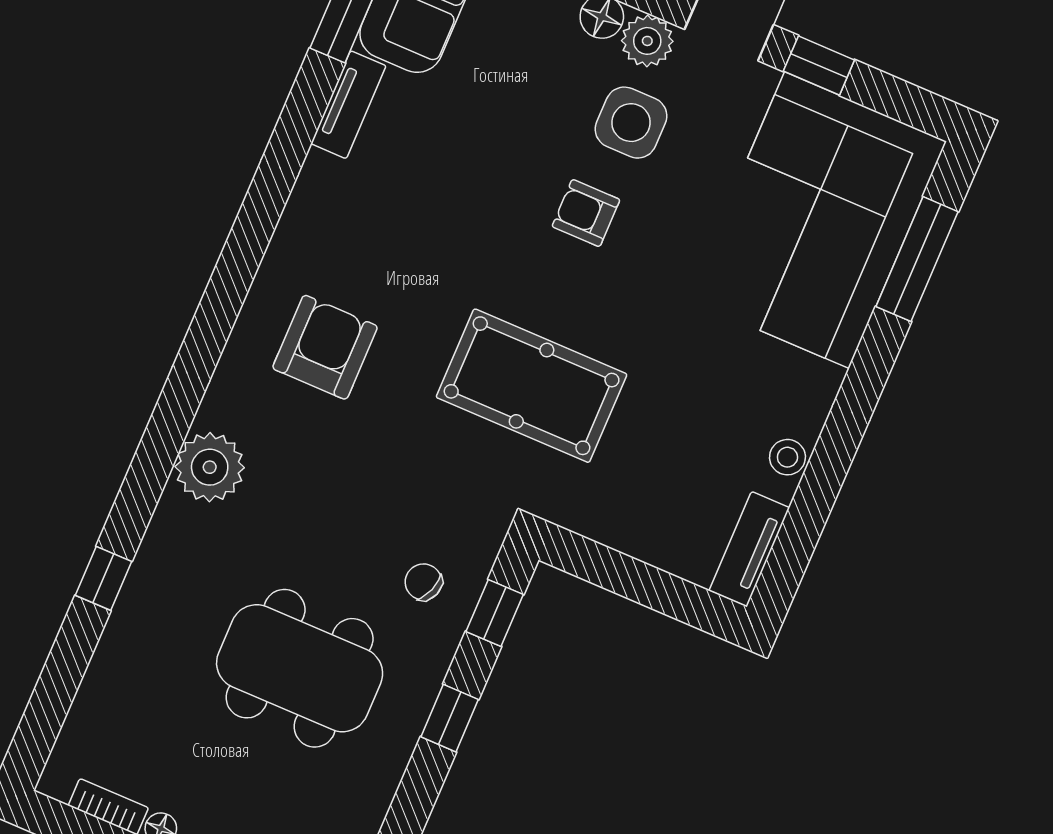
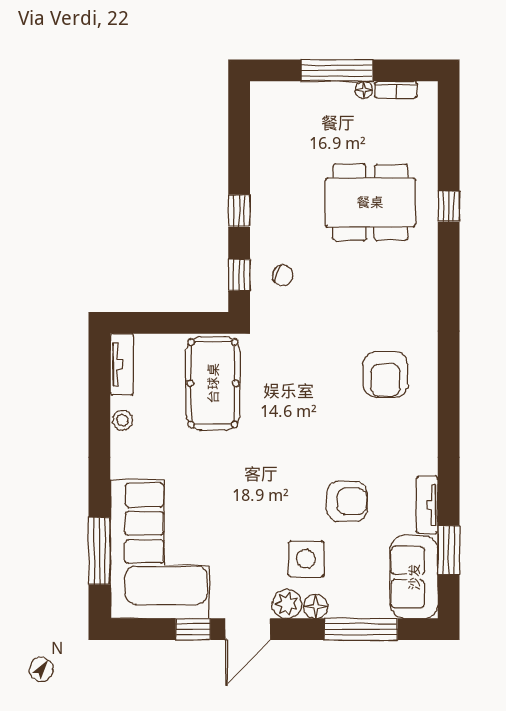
side table: (631, 123) -> (306, 559), moved
armchair: (586, 213) -> (347, 501), moved, width x1.38, depth x1.38
pool table: (532, 386) -> (213, 383), moved, turned 90
plant: (210, 467) -> (418, 287), removed
dining table: (300, 668) -> (370, 202), moved

